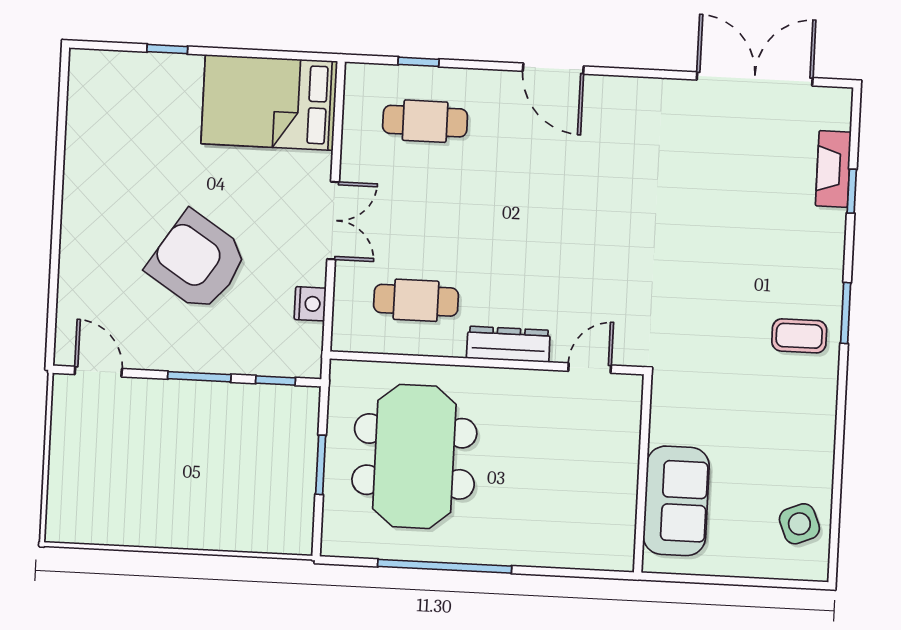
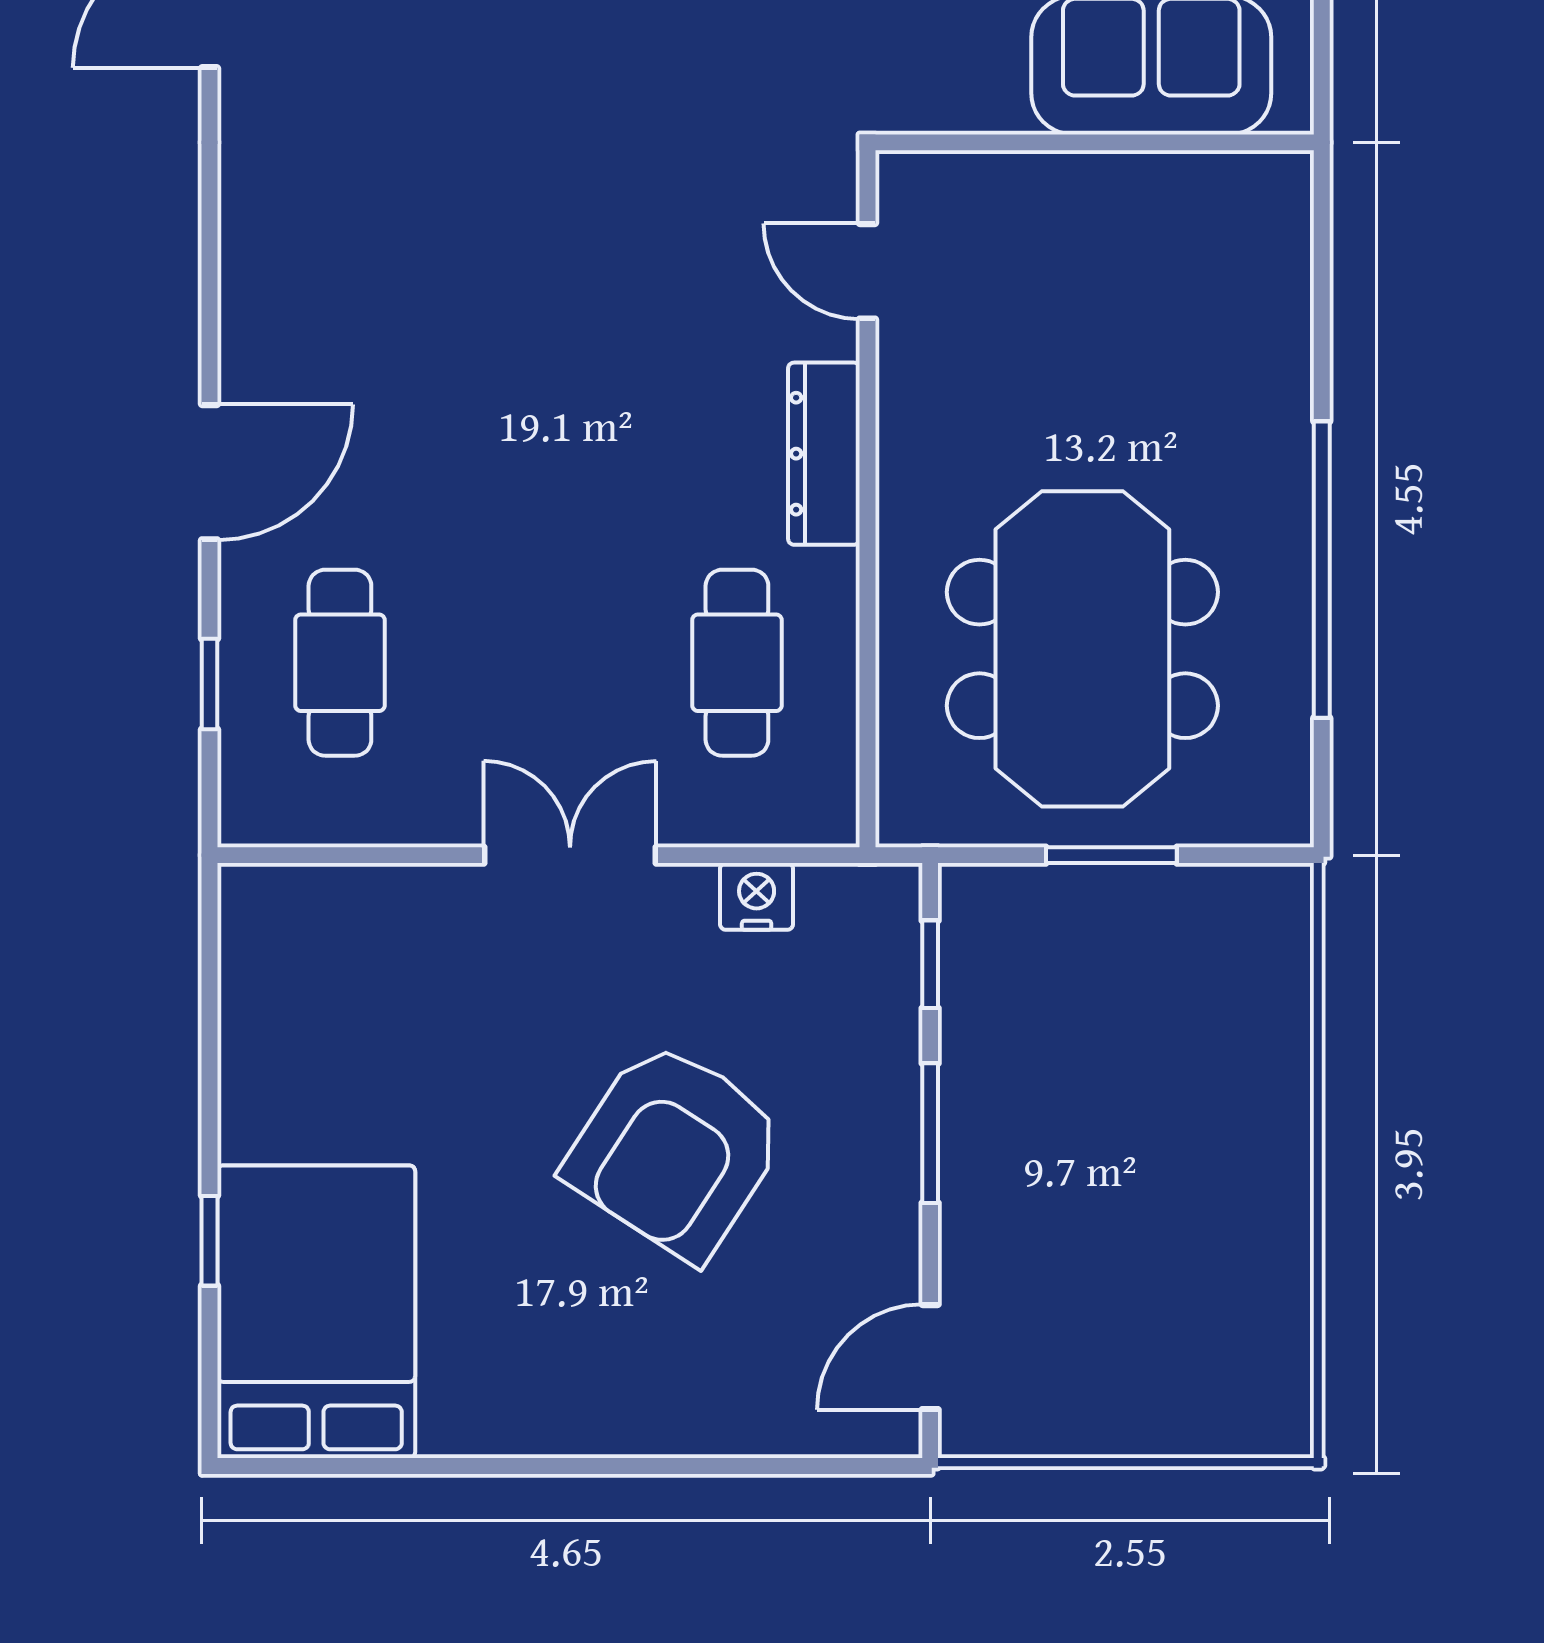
door: (553, 69) -> (210, 472), moved
bed: (269, 102) -> (316, 1312), moved, turned 180
meeting table: (414, 456) -> (1082, 649), turned 90

